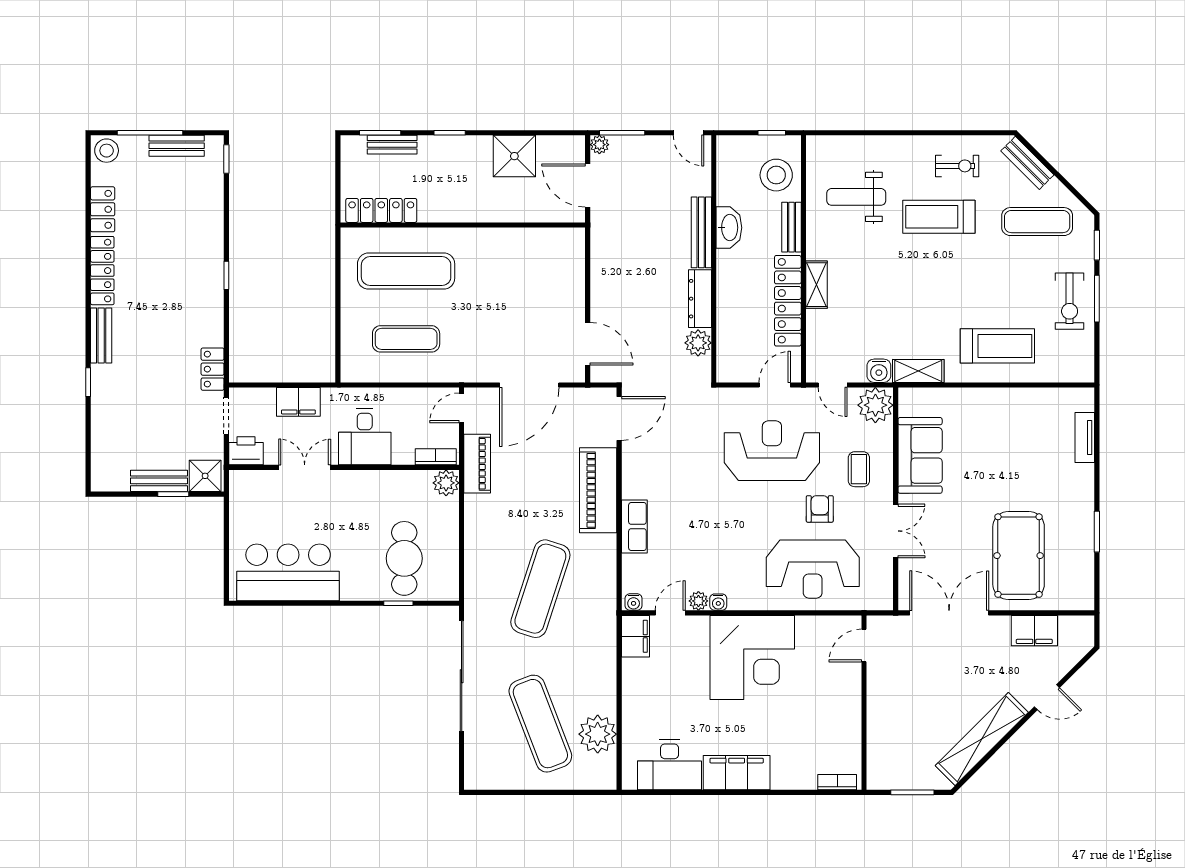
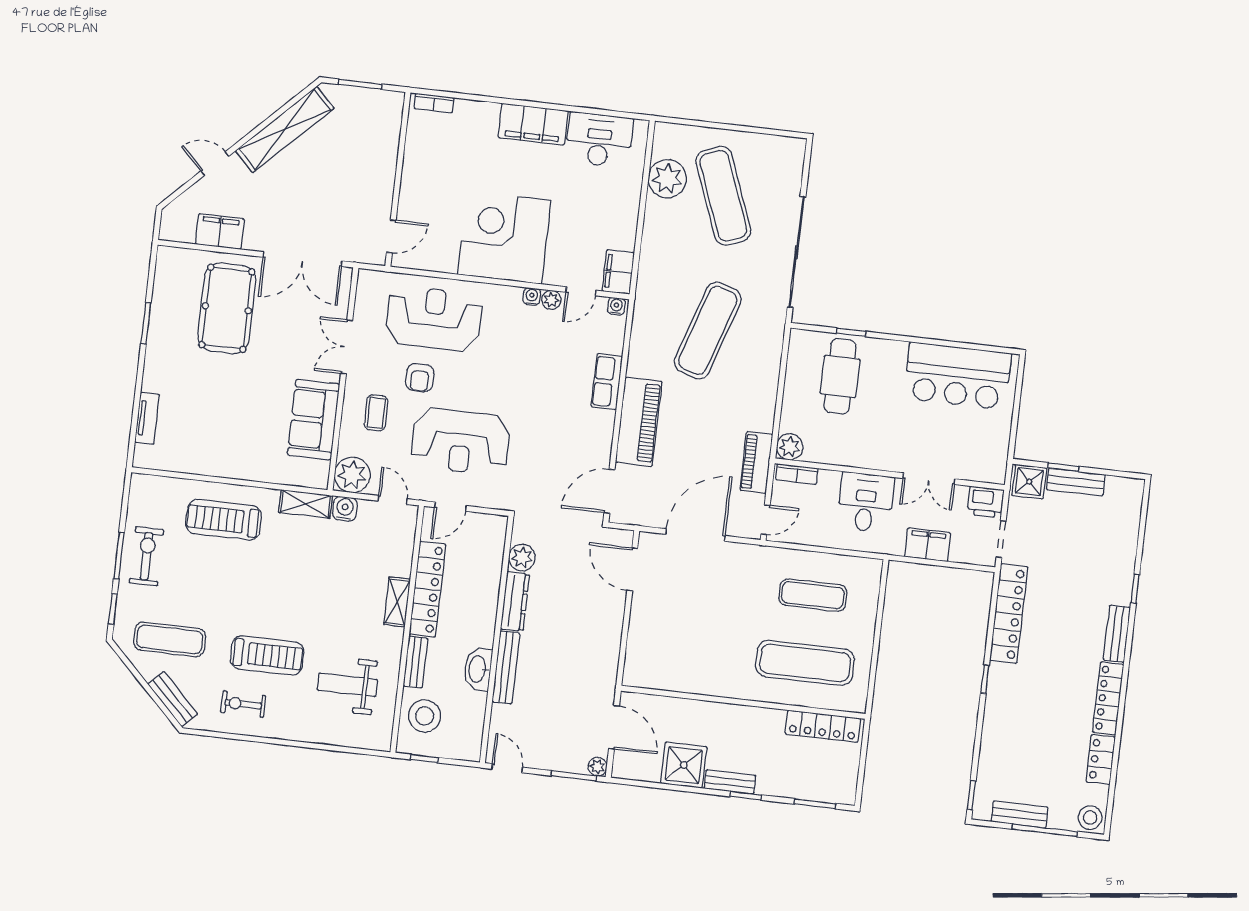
bench: (392, 145) -> (730, 782), moved
weight bench: (856, 197) -> (347, 685), turned 180
locker: (213, 369) -> (1009, 614), width x2.16, depth x1.21

